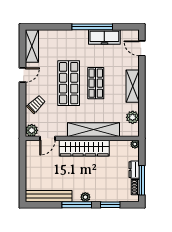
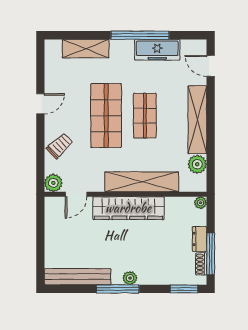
shelving: (32, 46) -> (86, 49), moved, turned 90
shelving: (133, 86) -> (197, 120), width x1.47
window: (110, 205) -> (184, 289), moved

